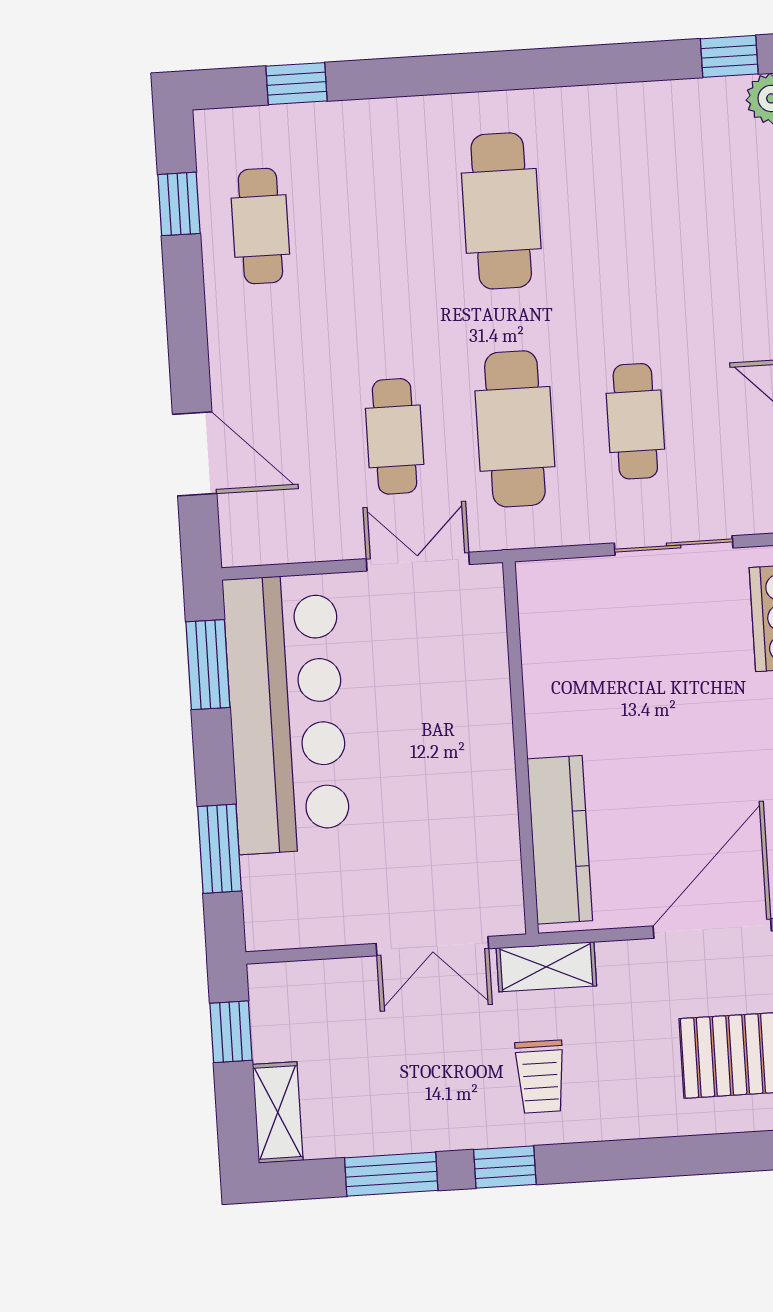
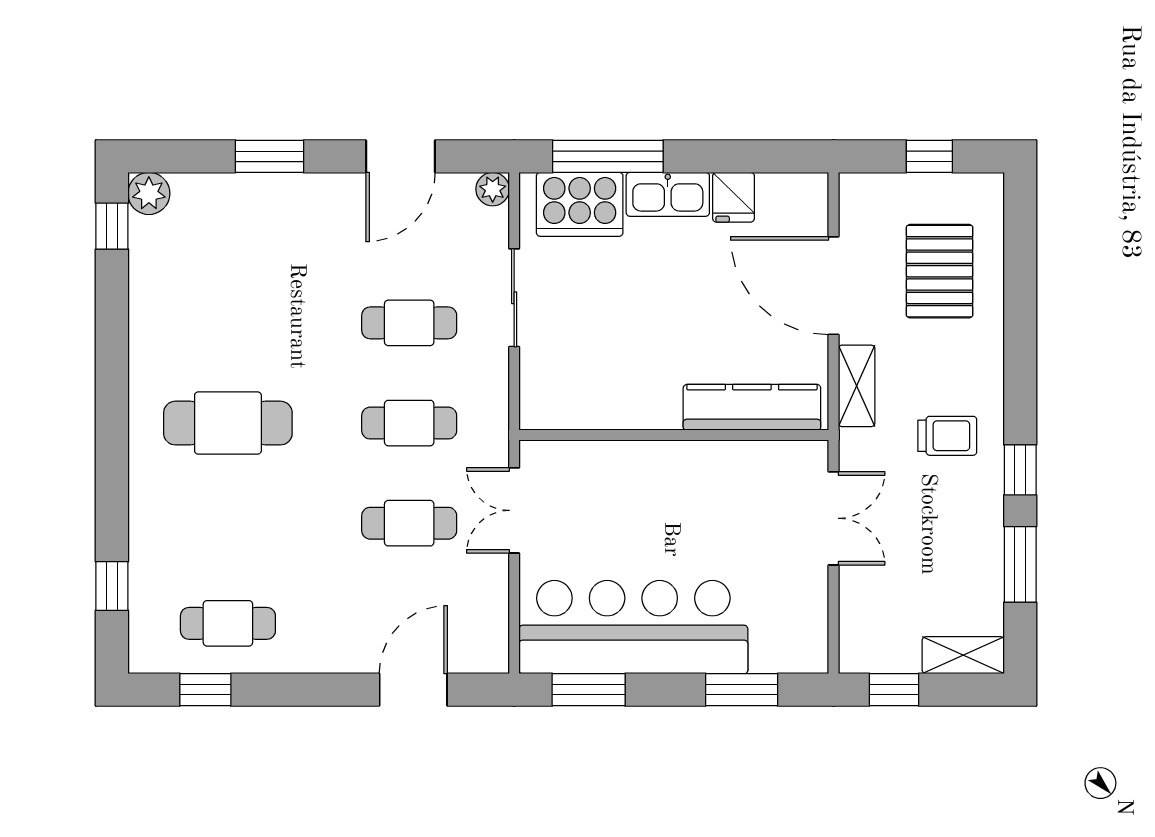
cafe table: (515, 429) -> (409, 423), width x0.73, depth x0.74
shelving: (546, 967) -> (857, 386), moved

